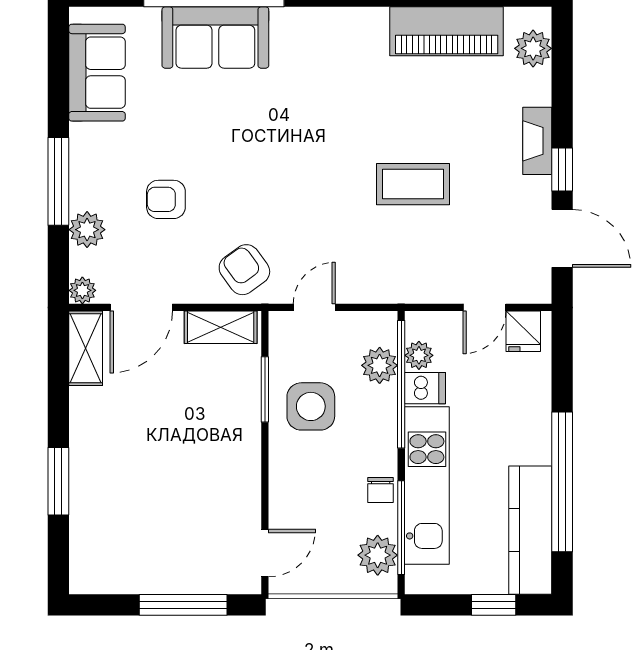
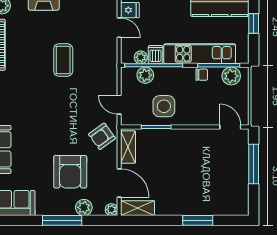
armchair: (166, 199) -> (70, 172), width x1.88, depth x1.88

